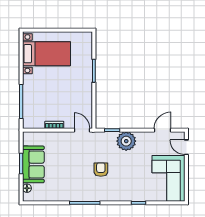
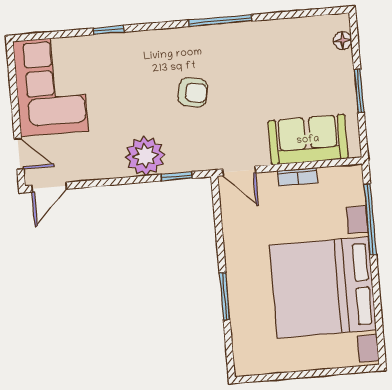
bed with nightstands: (47, 54) -> (323, 287), width x1.85
door: (162, 130) -> (49, 187), moved
sofa: (33, 164) -> (308, 140), moved, turned 90
armchair: (101, 170) -> (193, 92), turned -79

